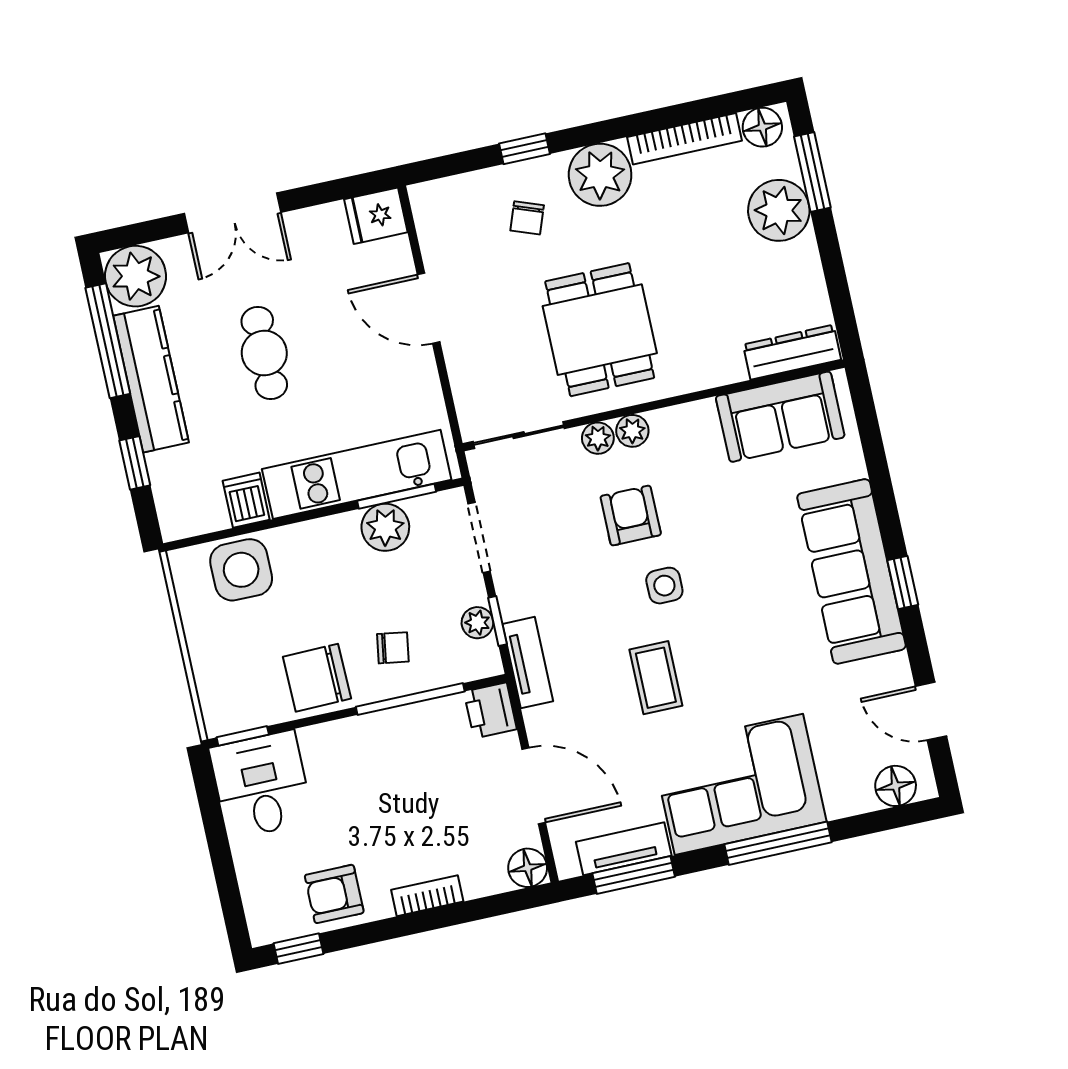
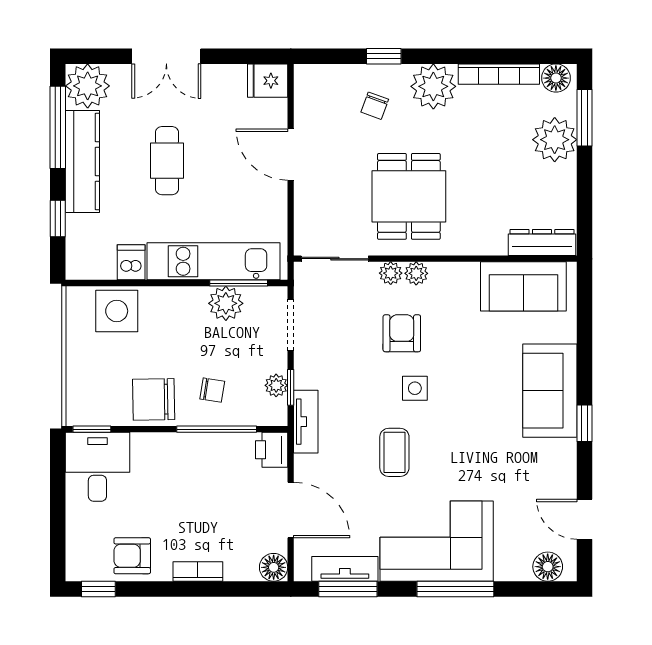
sofa: (851, 571) -> (550, 391), width x0.73

